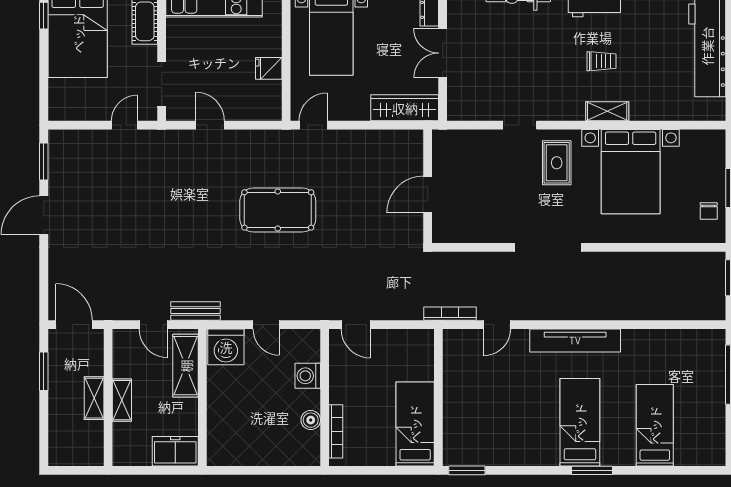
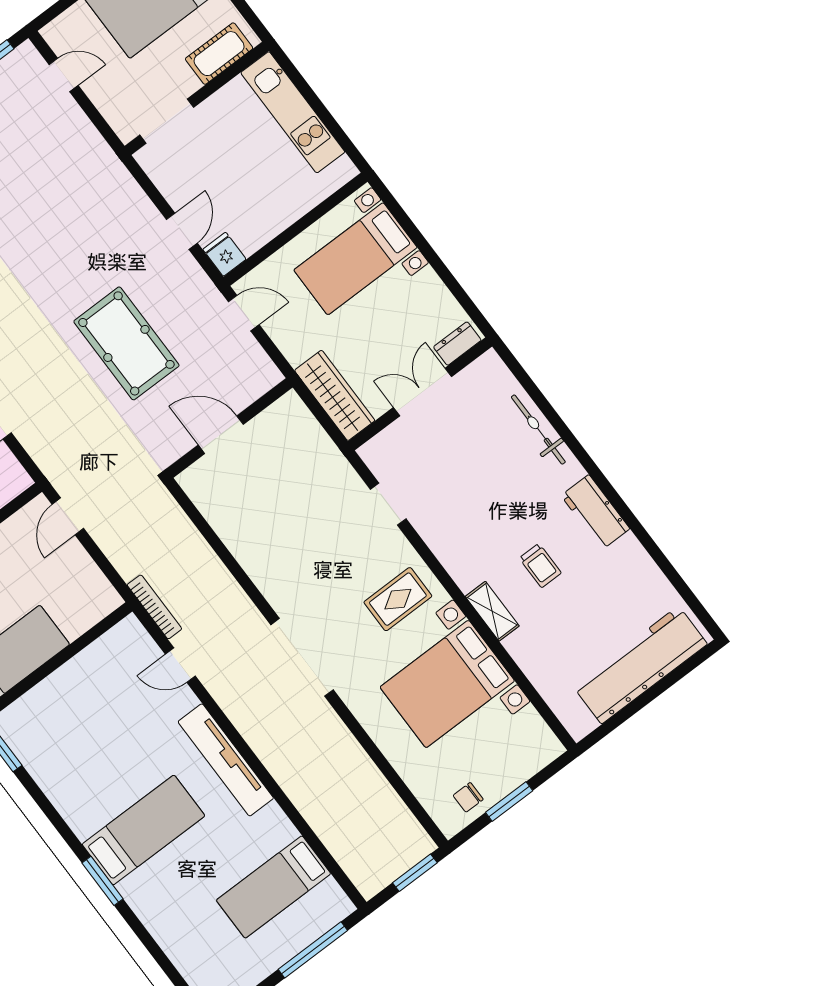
fridge: (269, 68) -> (224, 254), moved
door: (124, 125) -> (64, 75), moved
door: (210, 125) -> (182, 231), moved
doorway: (520, 125) -> (388, 504), moved
wall: (428, 186) -> (230, 428), moved
door: (428, 195) -> (221, 435), moved
bed: (655, 425) -> (274, 887), moved, turned 180

